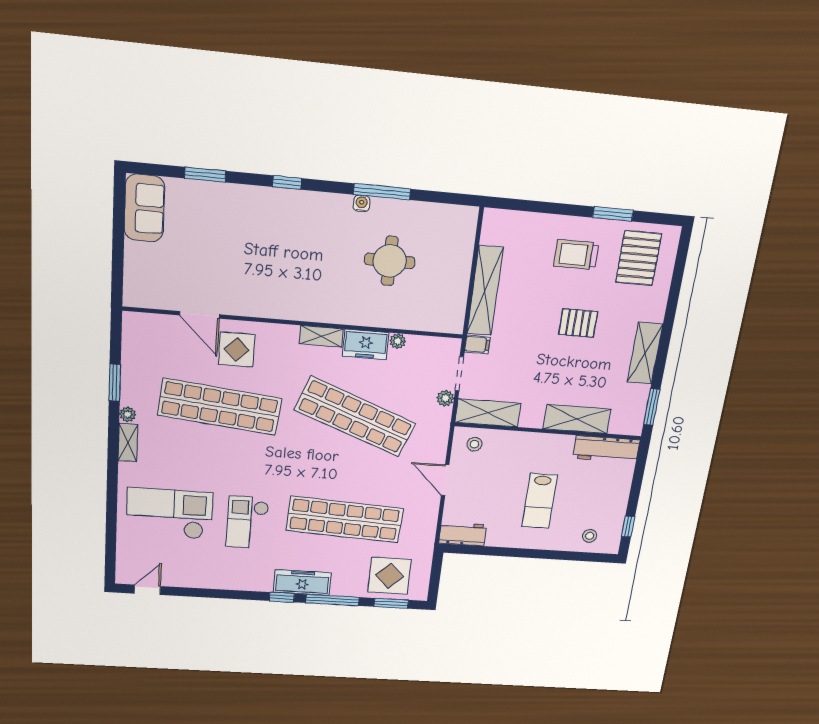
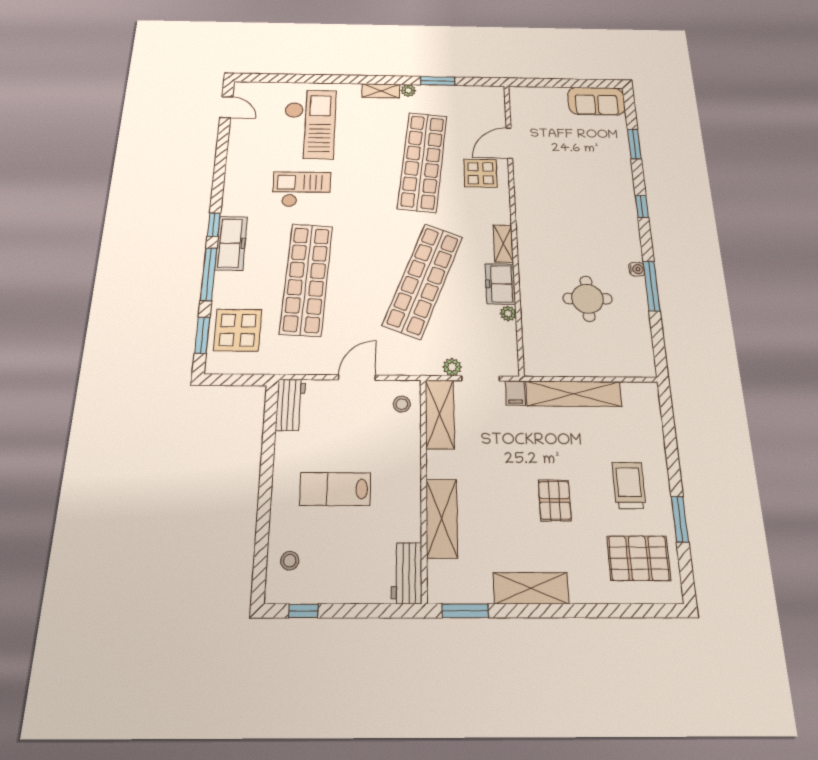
workbench: (606, 449) -> (407, 573), width x0.73

